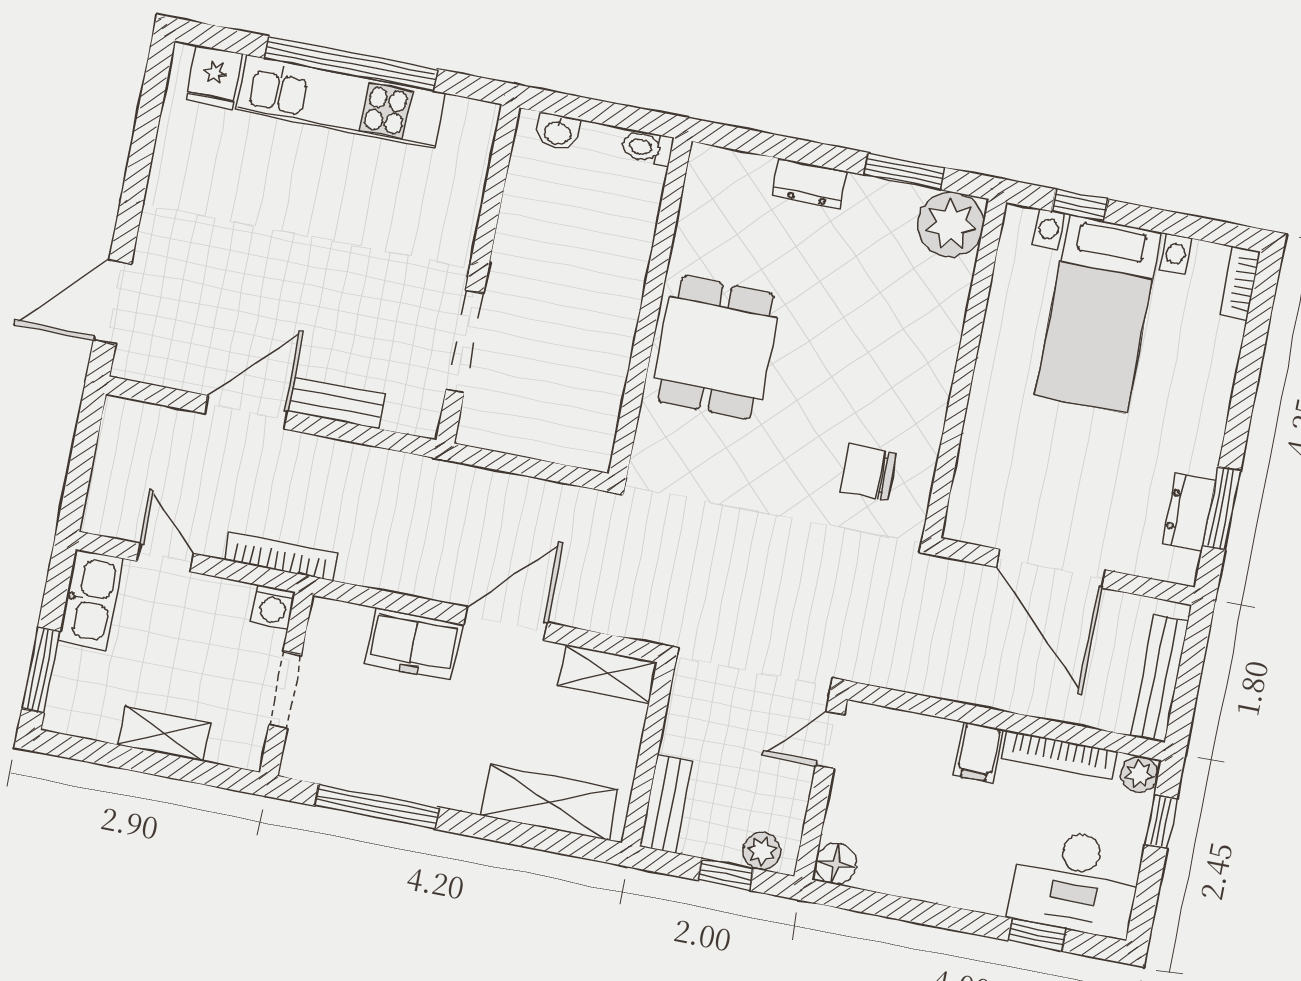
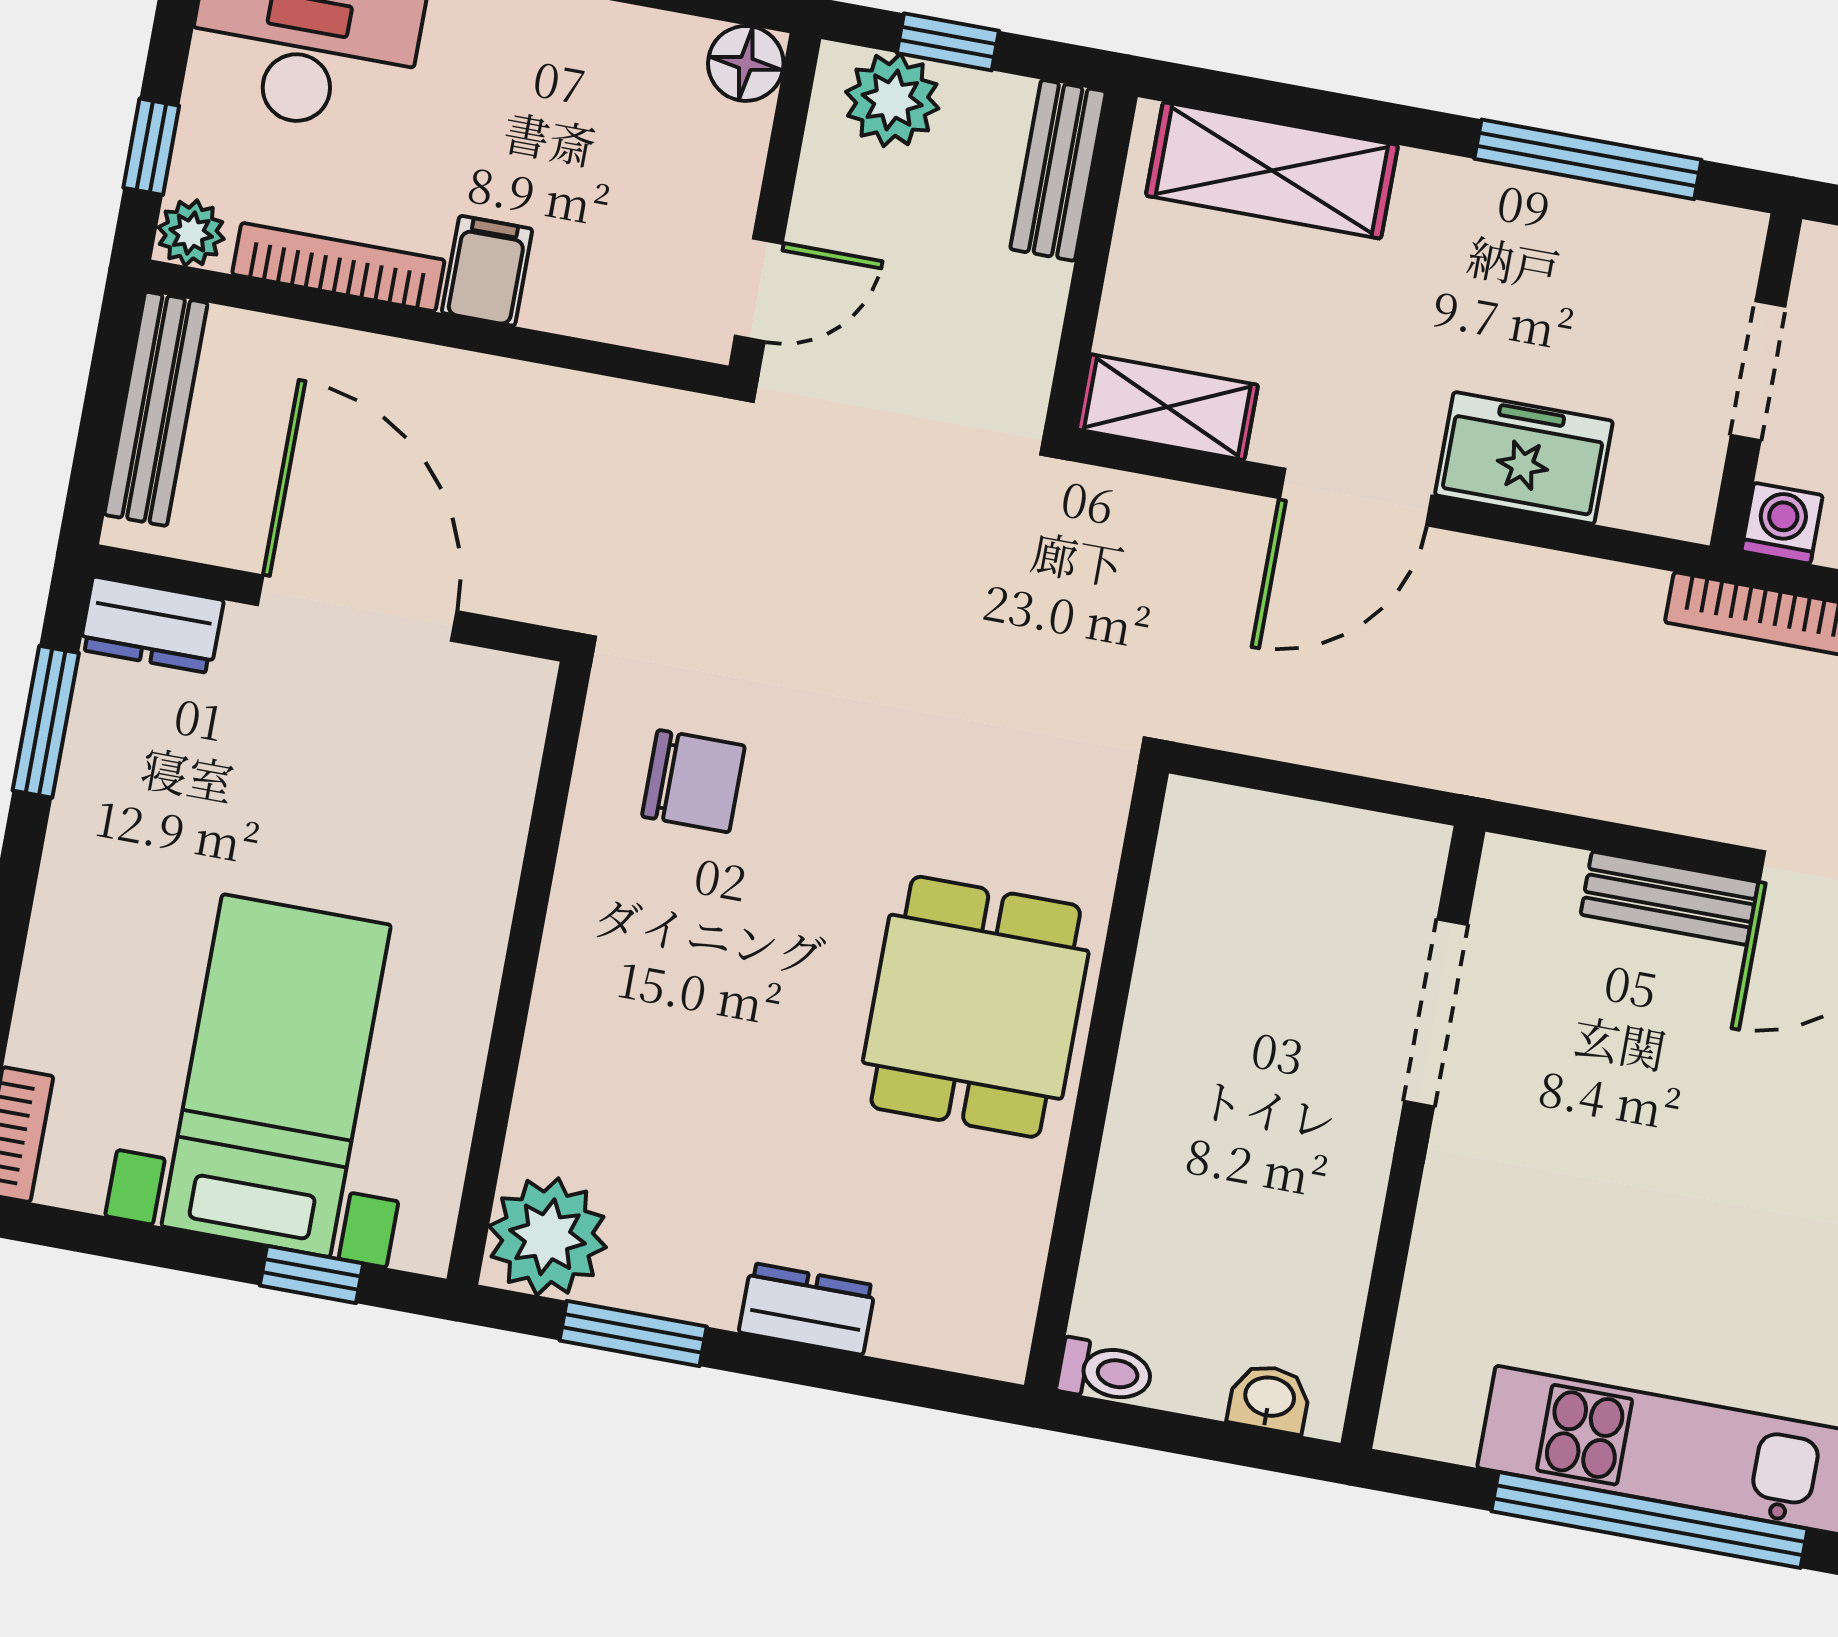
dresser: (1189, 512) -> (152, 625), moved, turned 90
plant: (762, 851) -> (892, 100), width x1.38, depth x1.38

